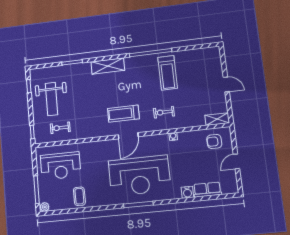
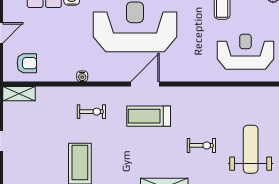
treadmill: (123, 114) -> (149, 116), turned 180
exercise bike: (60, 128) -> (201, 145), moved

